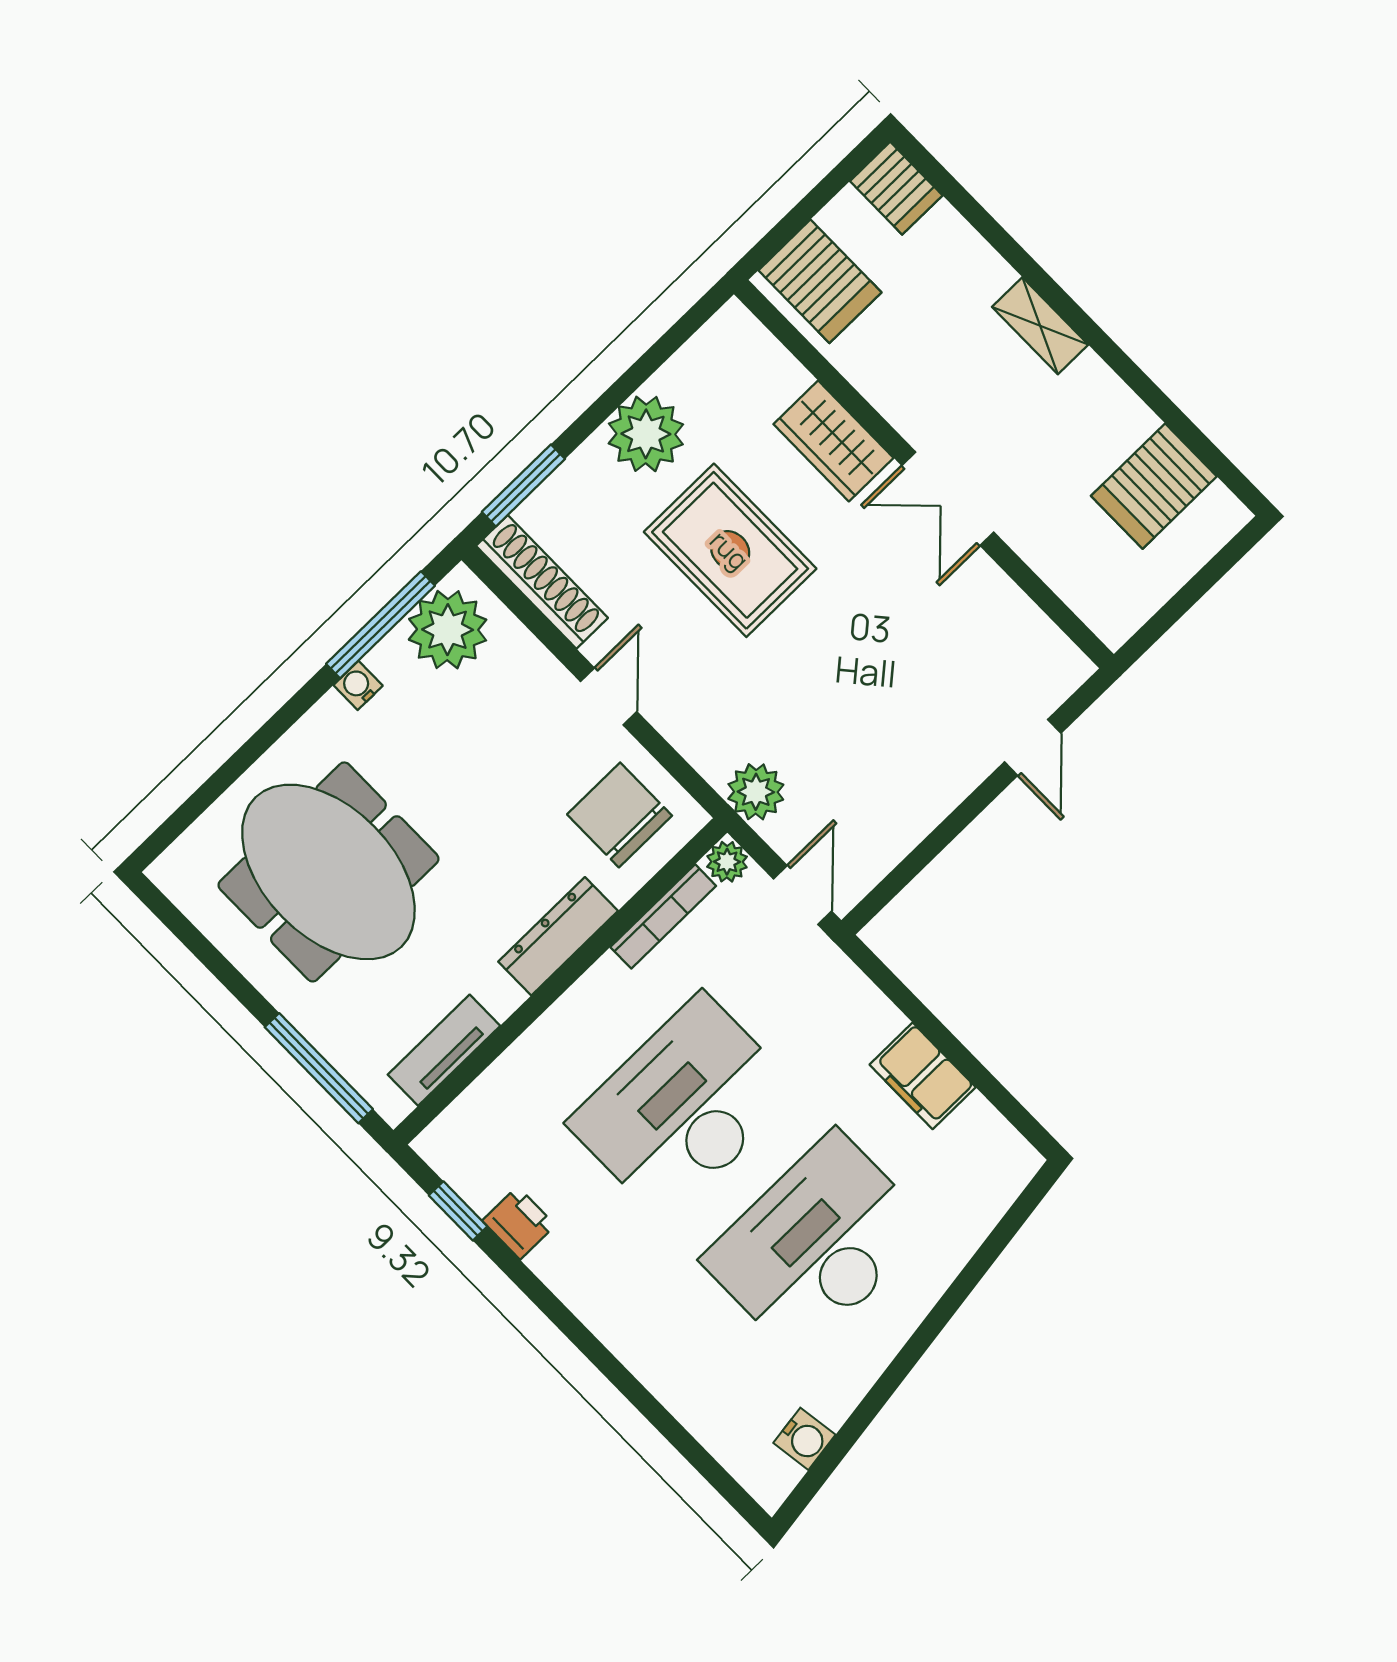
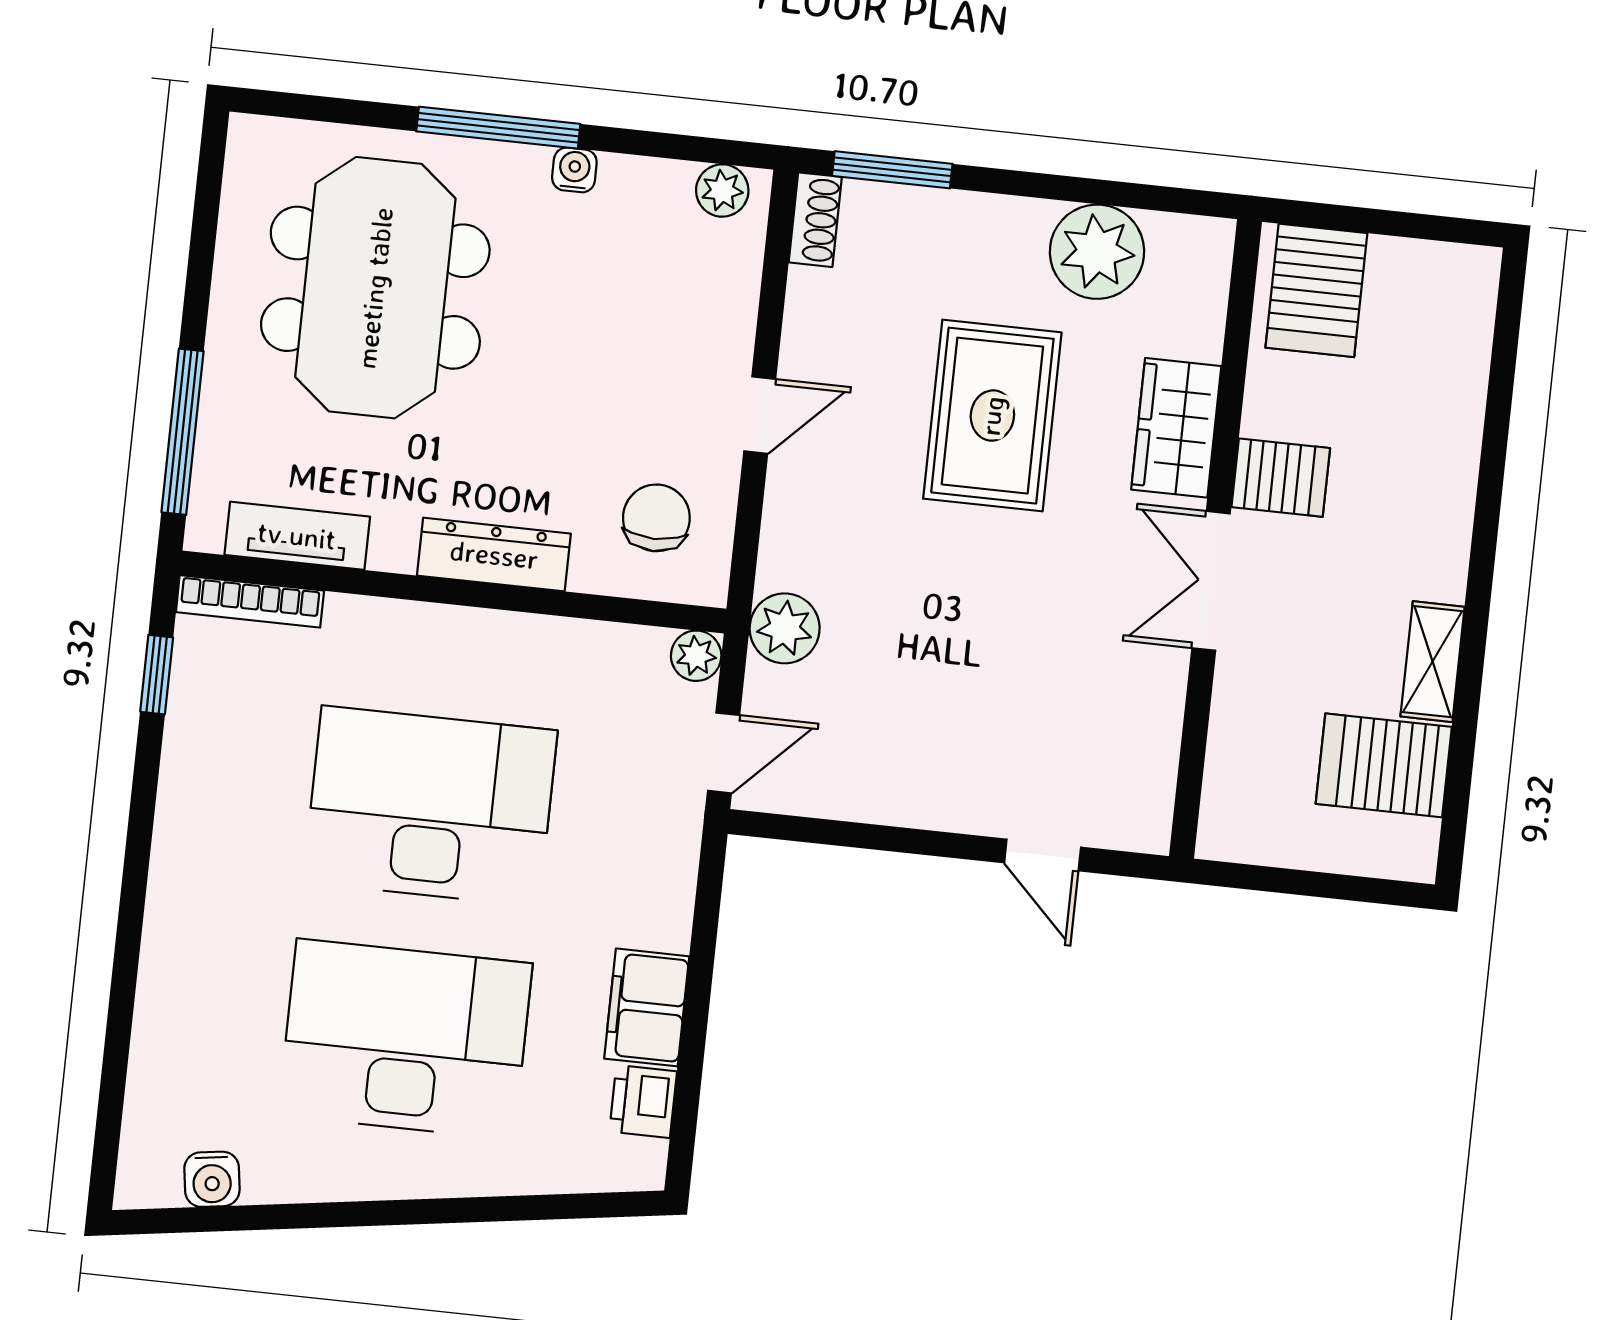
server rack: (896, 188) -> (1281, 478), moved, turned -90
shelving: (1040, 326) -> (1433, 662), moved
plant: (646, 434) -> (1097, 252), moved
shoe rack: (542, 582) -> (815, 220), width x0.51, depth x0.81
window: (381, 625) -> (498, 128), moved
plant: (448, 630) -> (722, 191), width x0.53, depth x0.53
door: (1033, 747) -> (1043, 855), hinge flipped
chair: (620, 815) -> (656, 518), width x0.73, depth x0.73
bookcase: (663, 916) -> (250, 601), moved
printer: (519, 1223) -> (643, 1102), moved, turned 180

